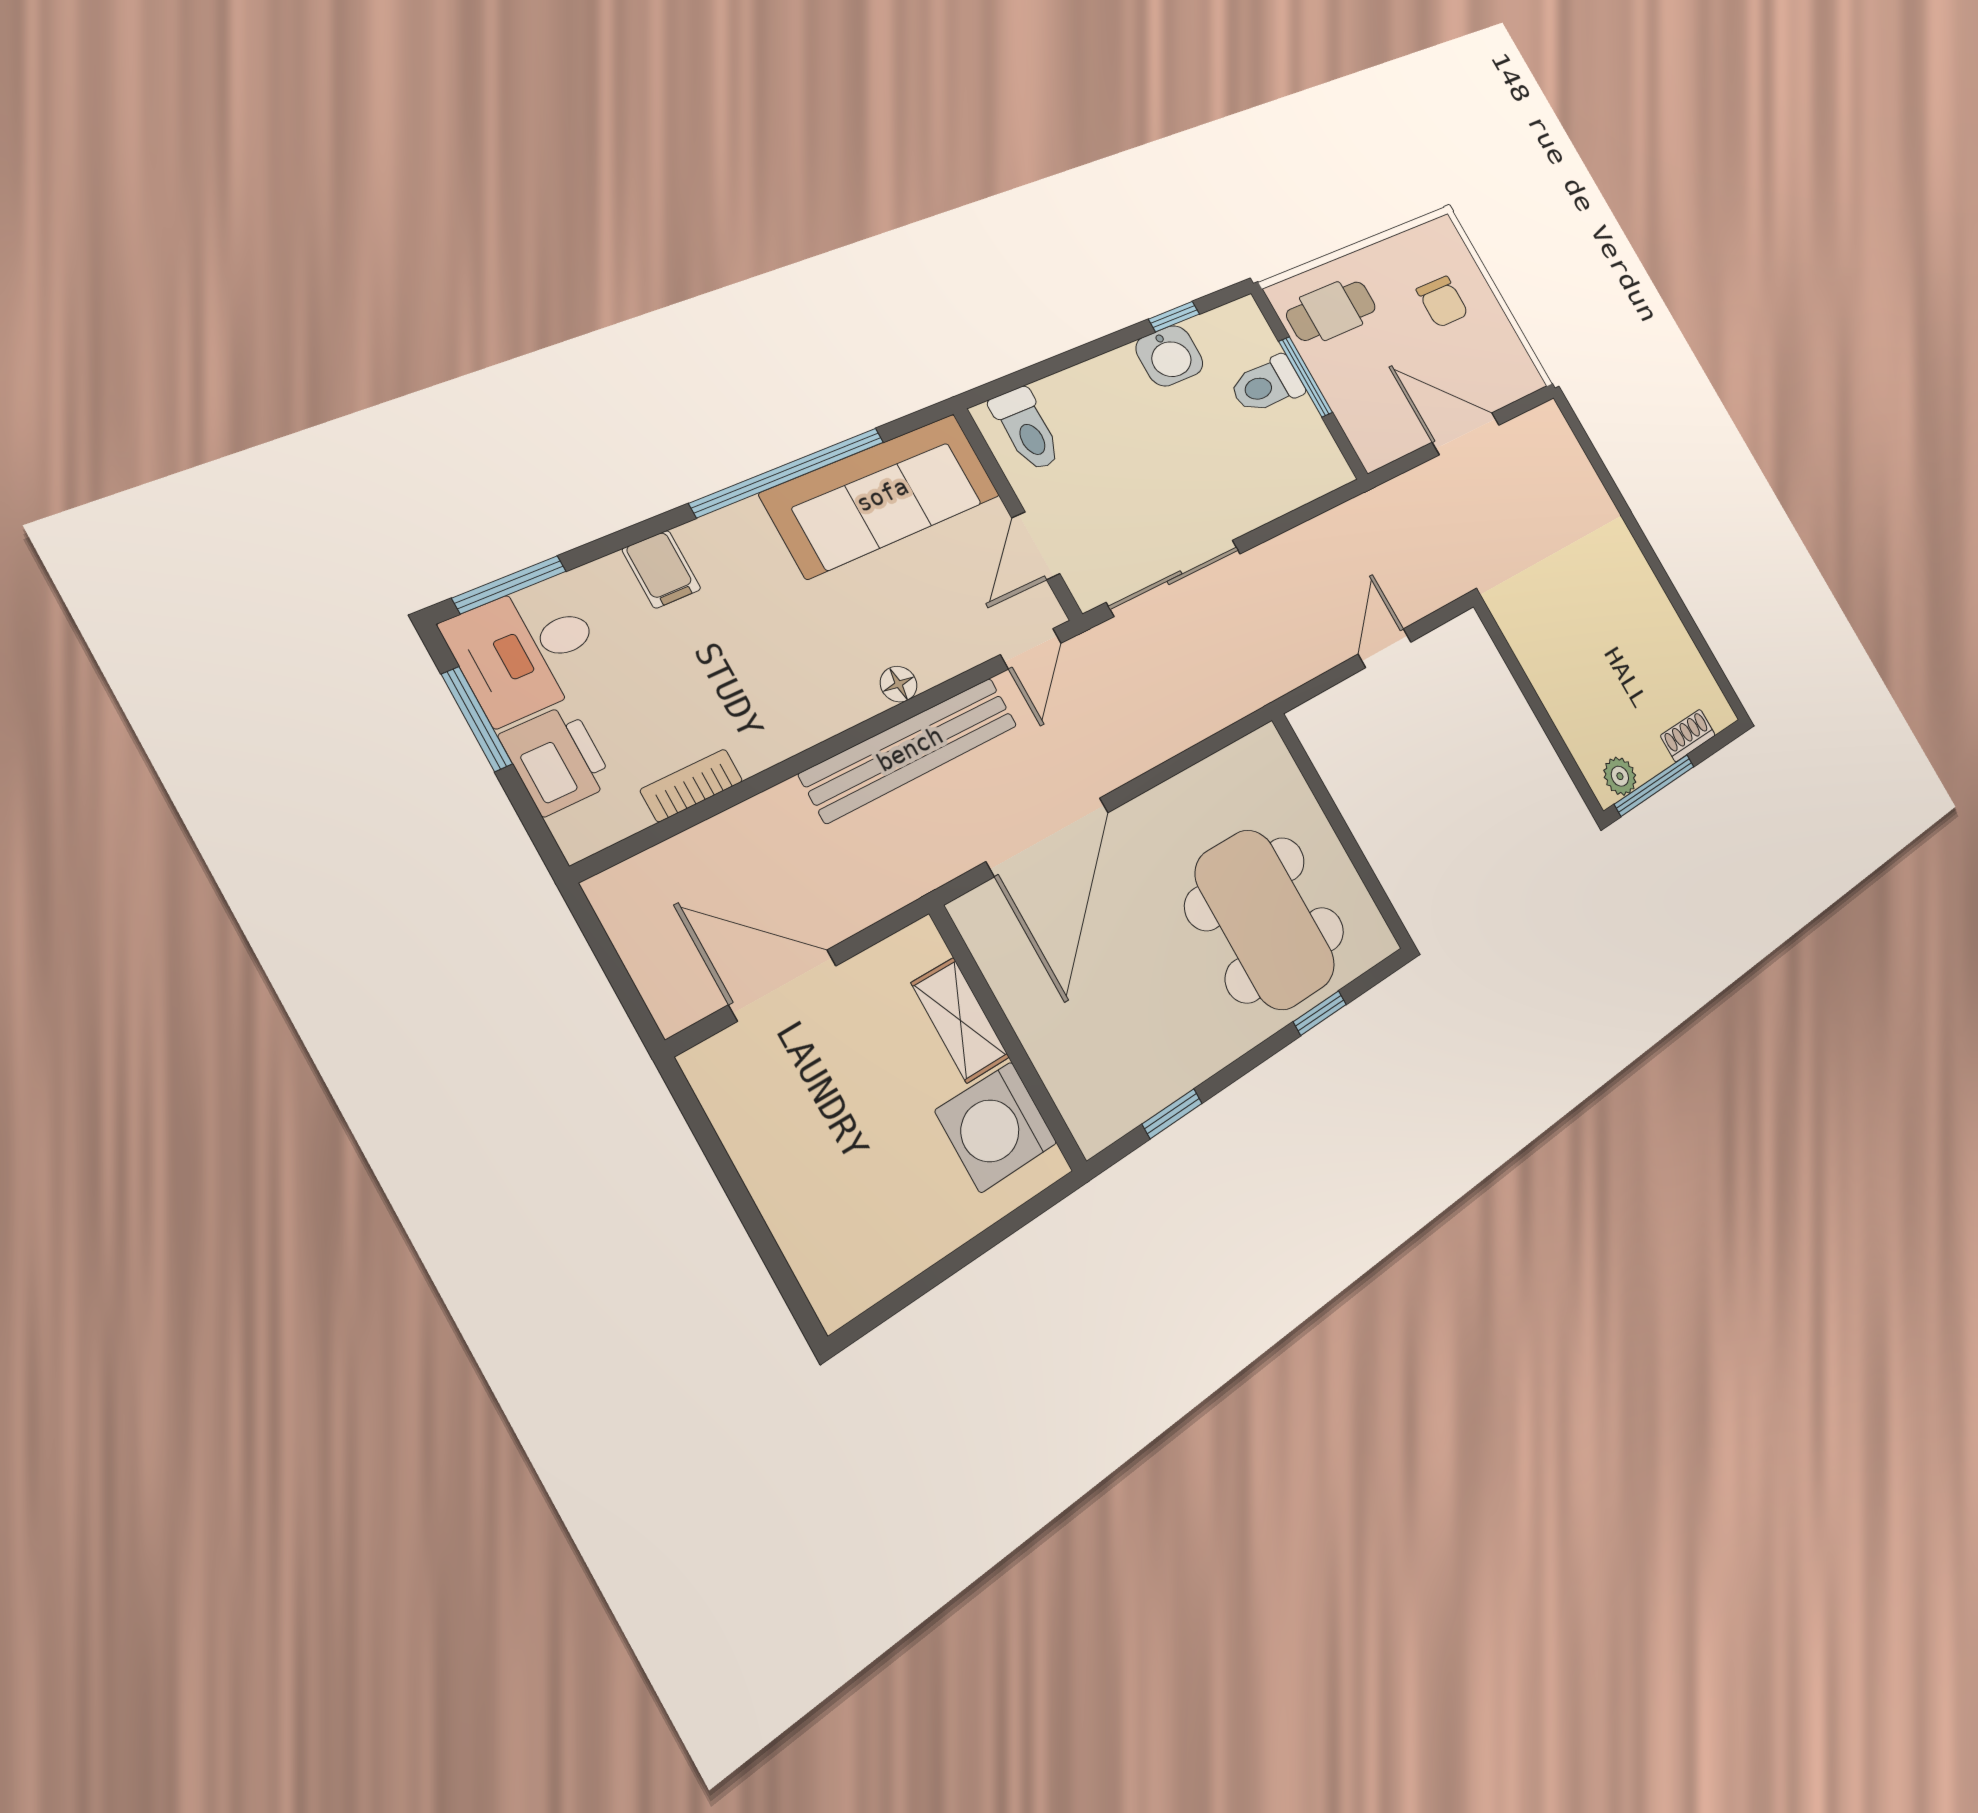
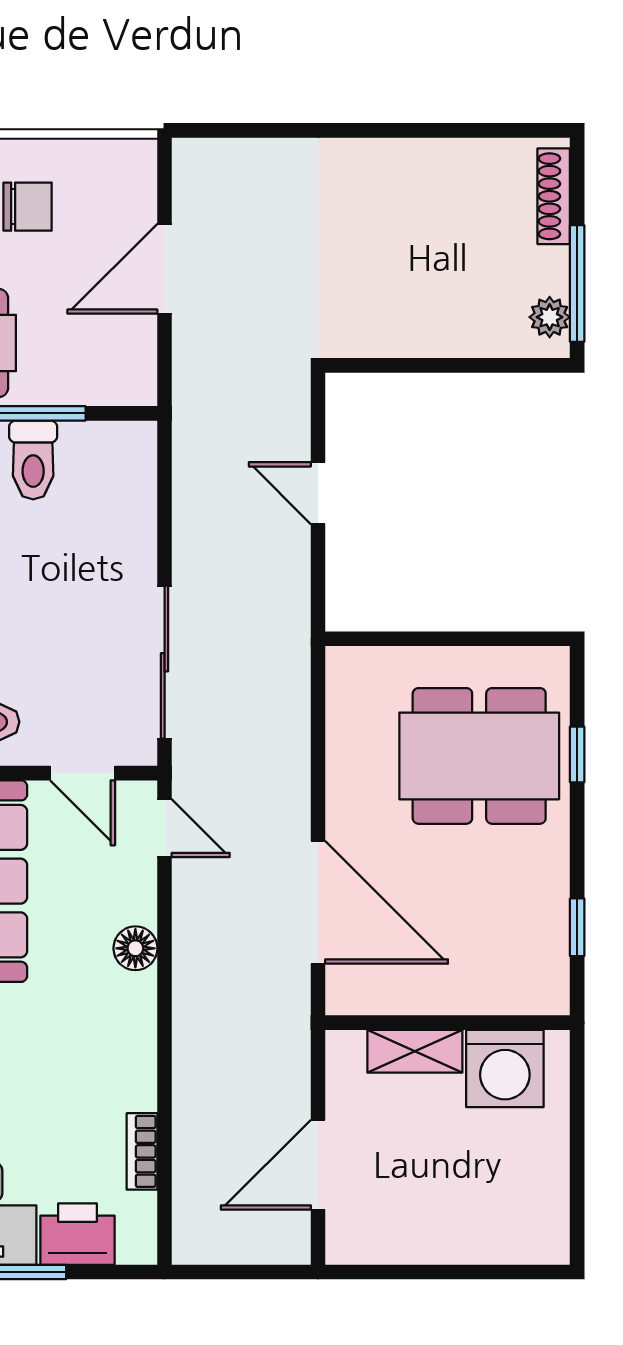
floor lamp: (899, 684) -> (135, 948), width x1.37, depth x1.37
shoe rack: (1688, 735) -> (554, 196), width x1.43
bench: (910, 749) -> (196, 974), removed

